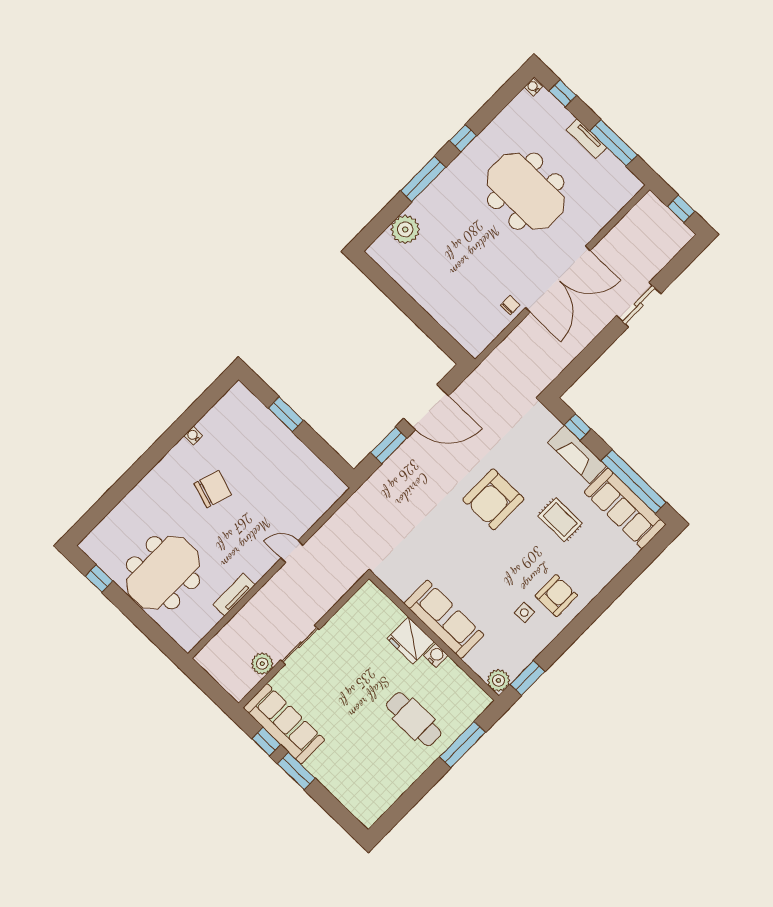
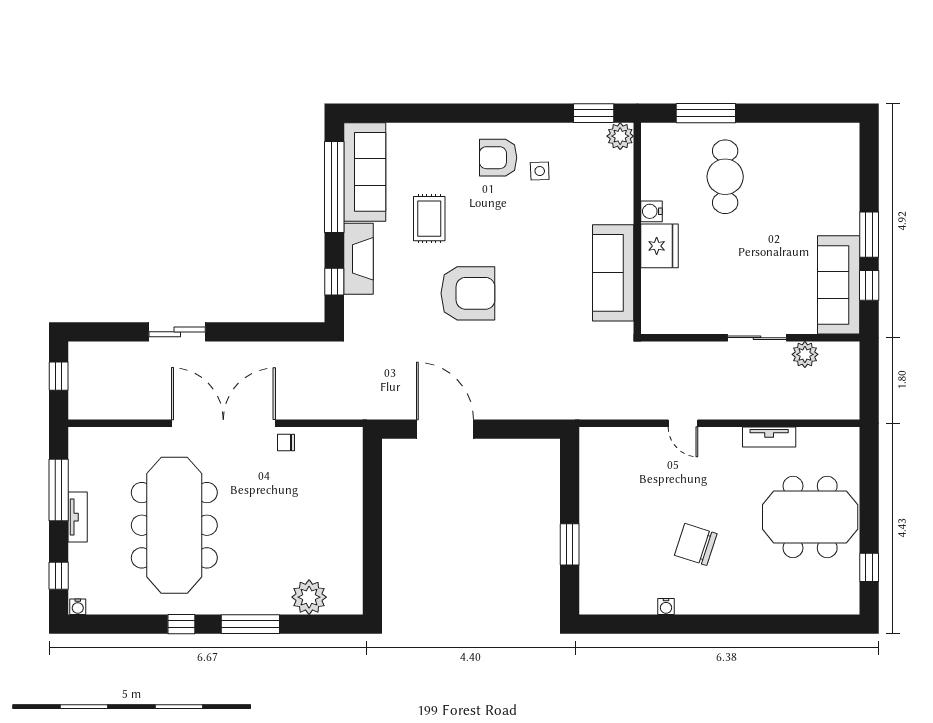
meeting table: (526, 191) -> (174, 525), width x1.36
window: (389, 445) -> (510, 429), removed
sofa: (444, 619) -> (613, 273), moved

